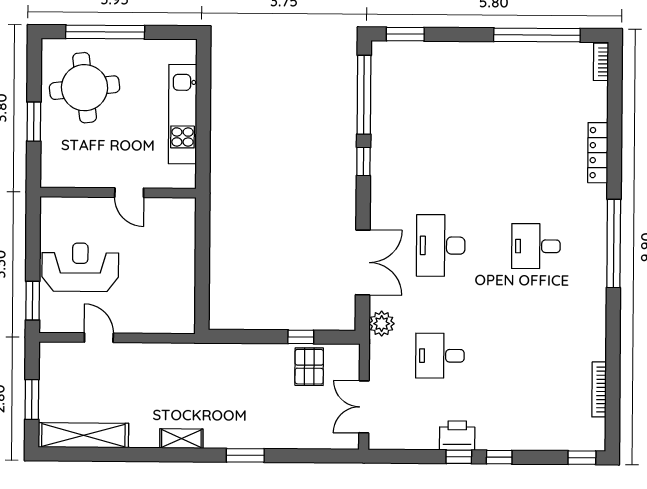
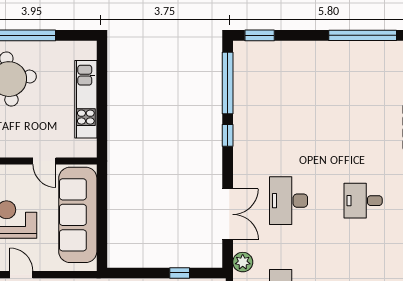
sofa: (171, 262) -> (78, 215), added

